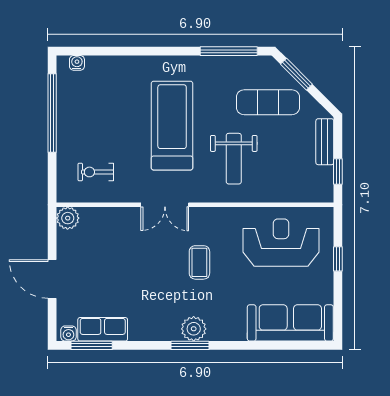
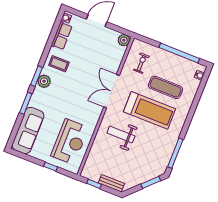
exercise mat: (268, 102) -> (165, 87), moved, turned 90
double door: (165, 205) -> (111, 91), width x1.37
coffee table: (199, 262) -> (59, 64), moved
window: (92, 345) -> (26, 103), moved

